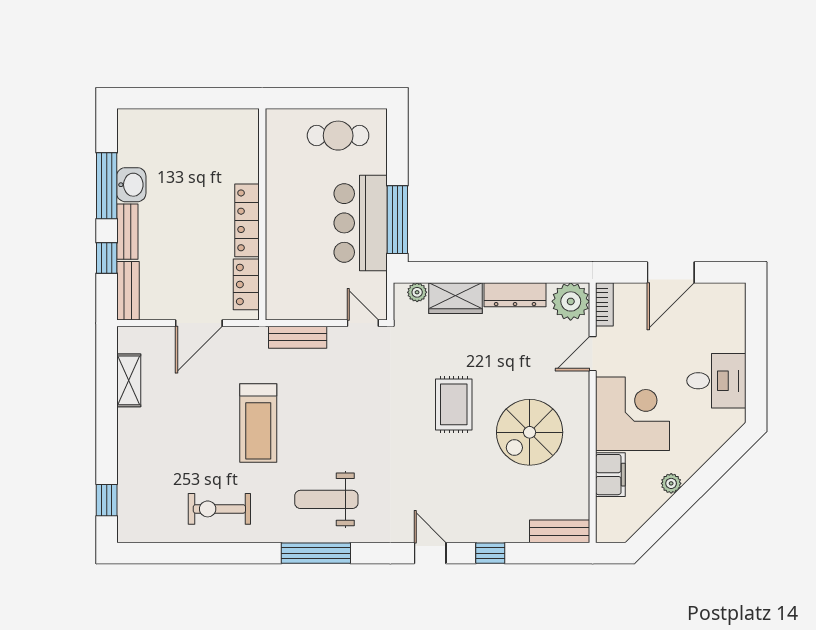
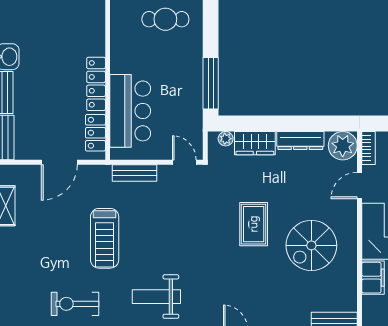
bar counter: (361, 223) -> (130, 111), moved, turned 180

